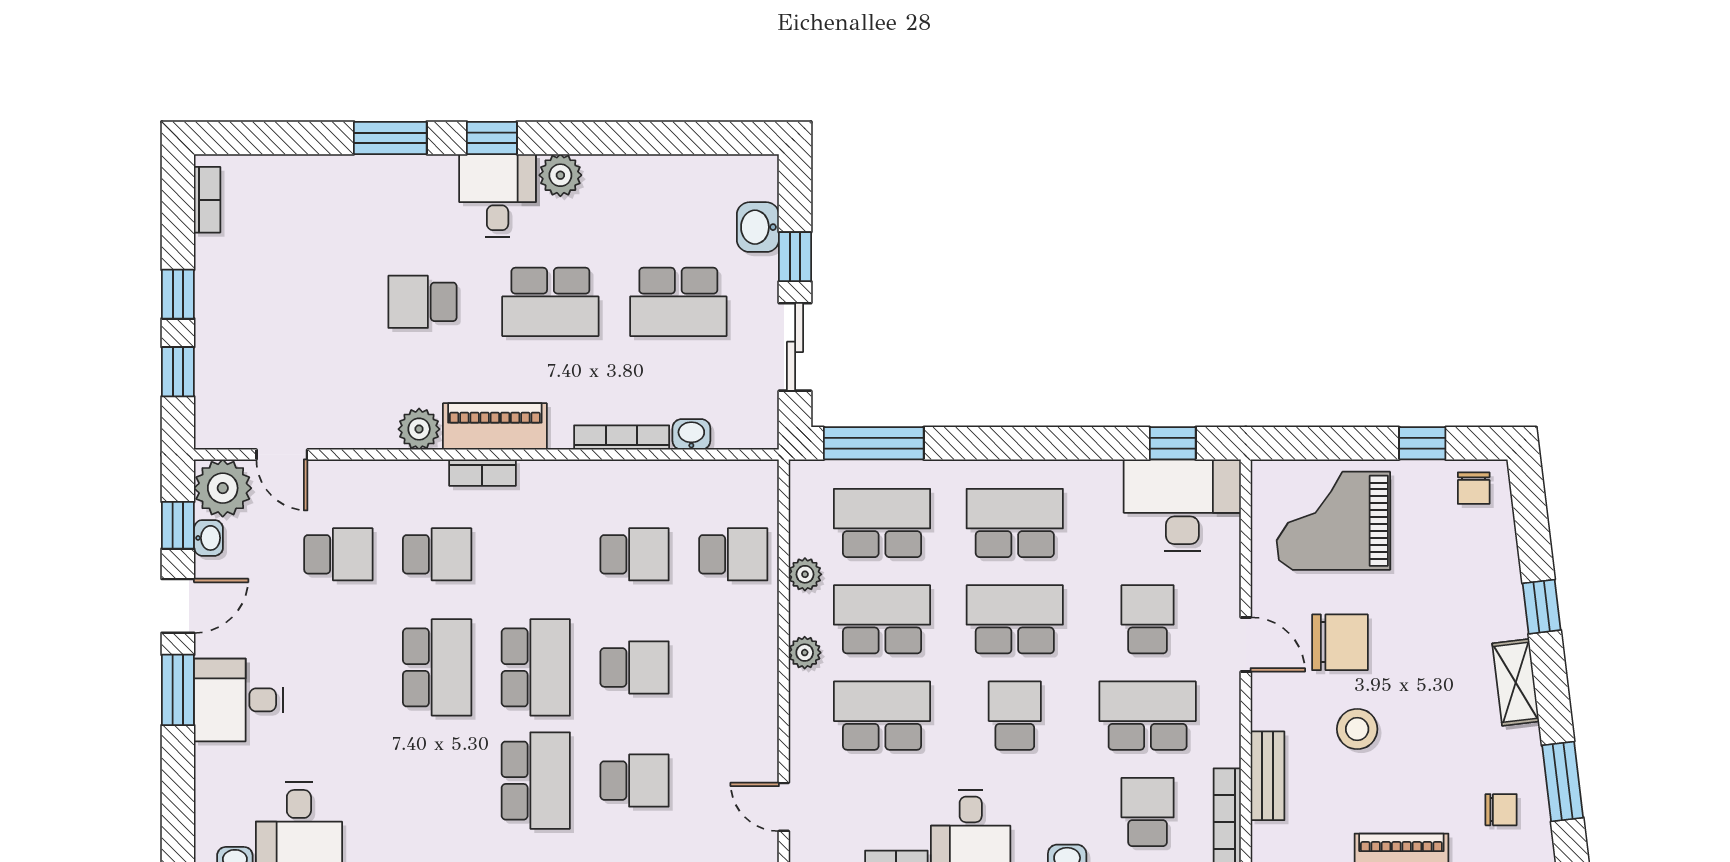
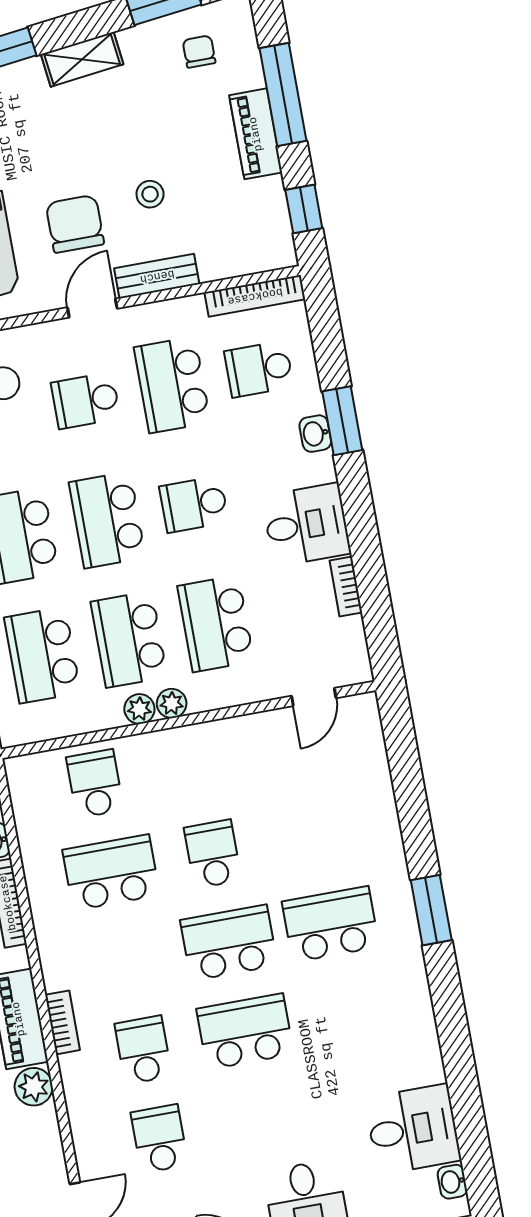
school desk: (635, 554) -> (111, 872), width x1.85
plant: (805, 574) -> (139, 709), moved
stool: (1357, 729) -> (150, 194), width x0.73, depth x0.73
bench: (1268, 776) -> (157, 276), moved
school desk: (635, 781) -> (314, 835), removed

